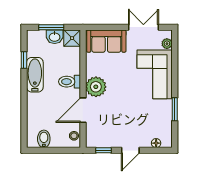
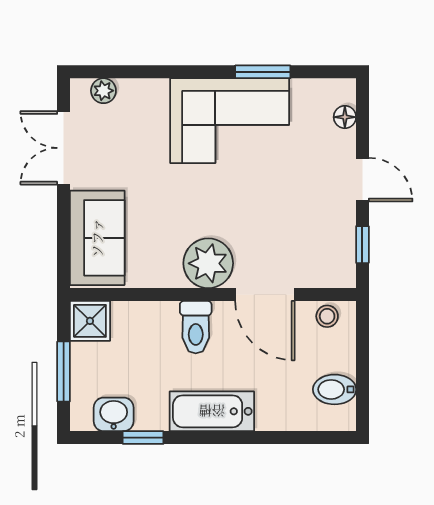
washbasin: (55, 37) -> (114, 414), moved, turned -90
corner sofa: (155, 74) -> (230, 121), moved
bathtub: (35, 75) -> (212, 411), moved

